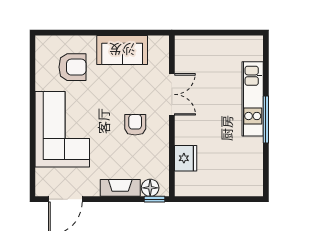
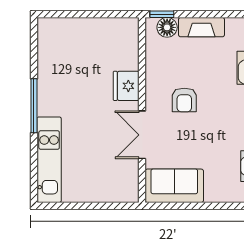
sofa: (122, 50) -> (174, 186), moved
kitchen unit: (253, 99) -> (49, 160), moved
fridge: (186, 158) -> (126, 86), moved

